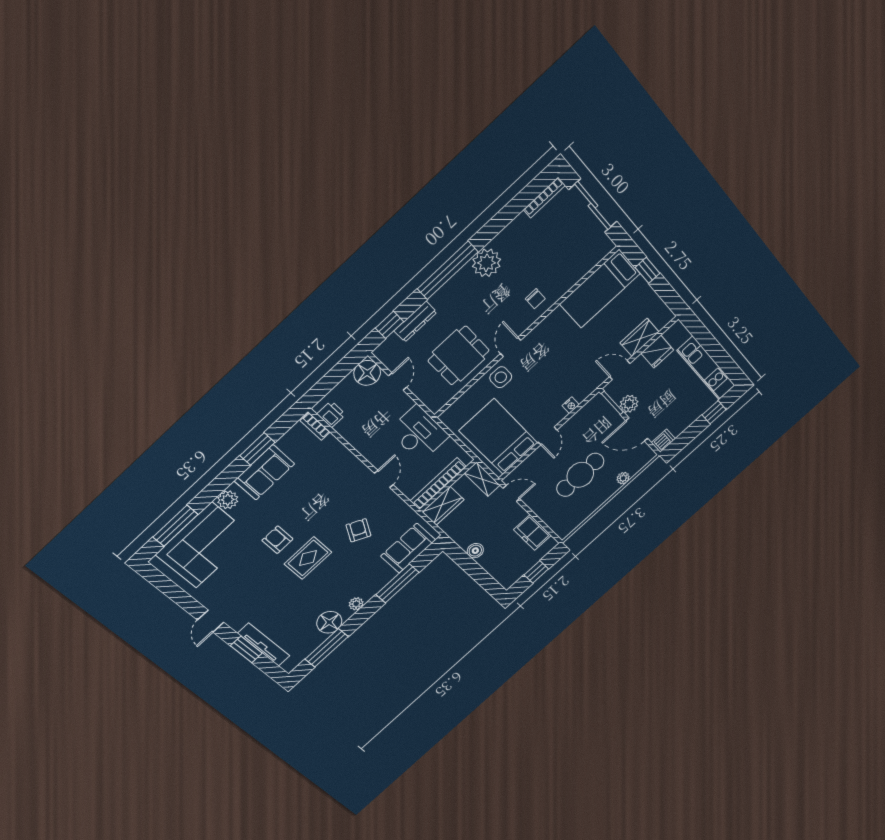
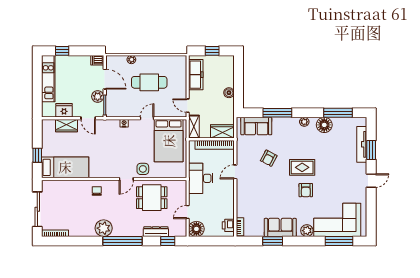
freezer: (532, 532) -> (196, 75), width x1.40

